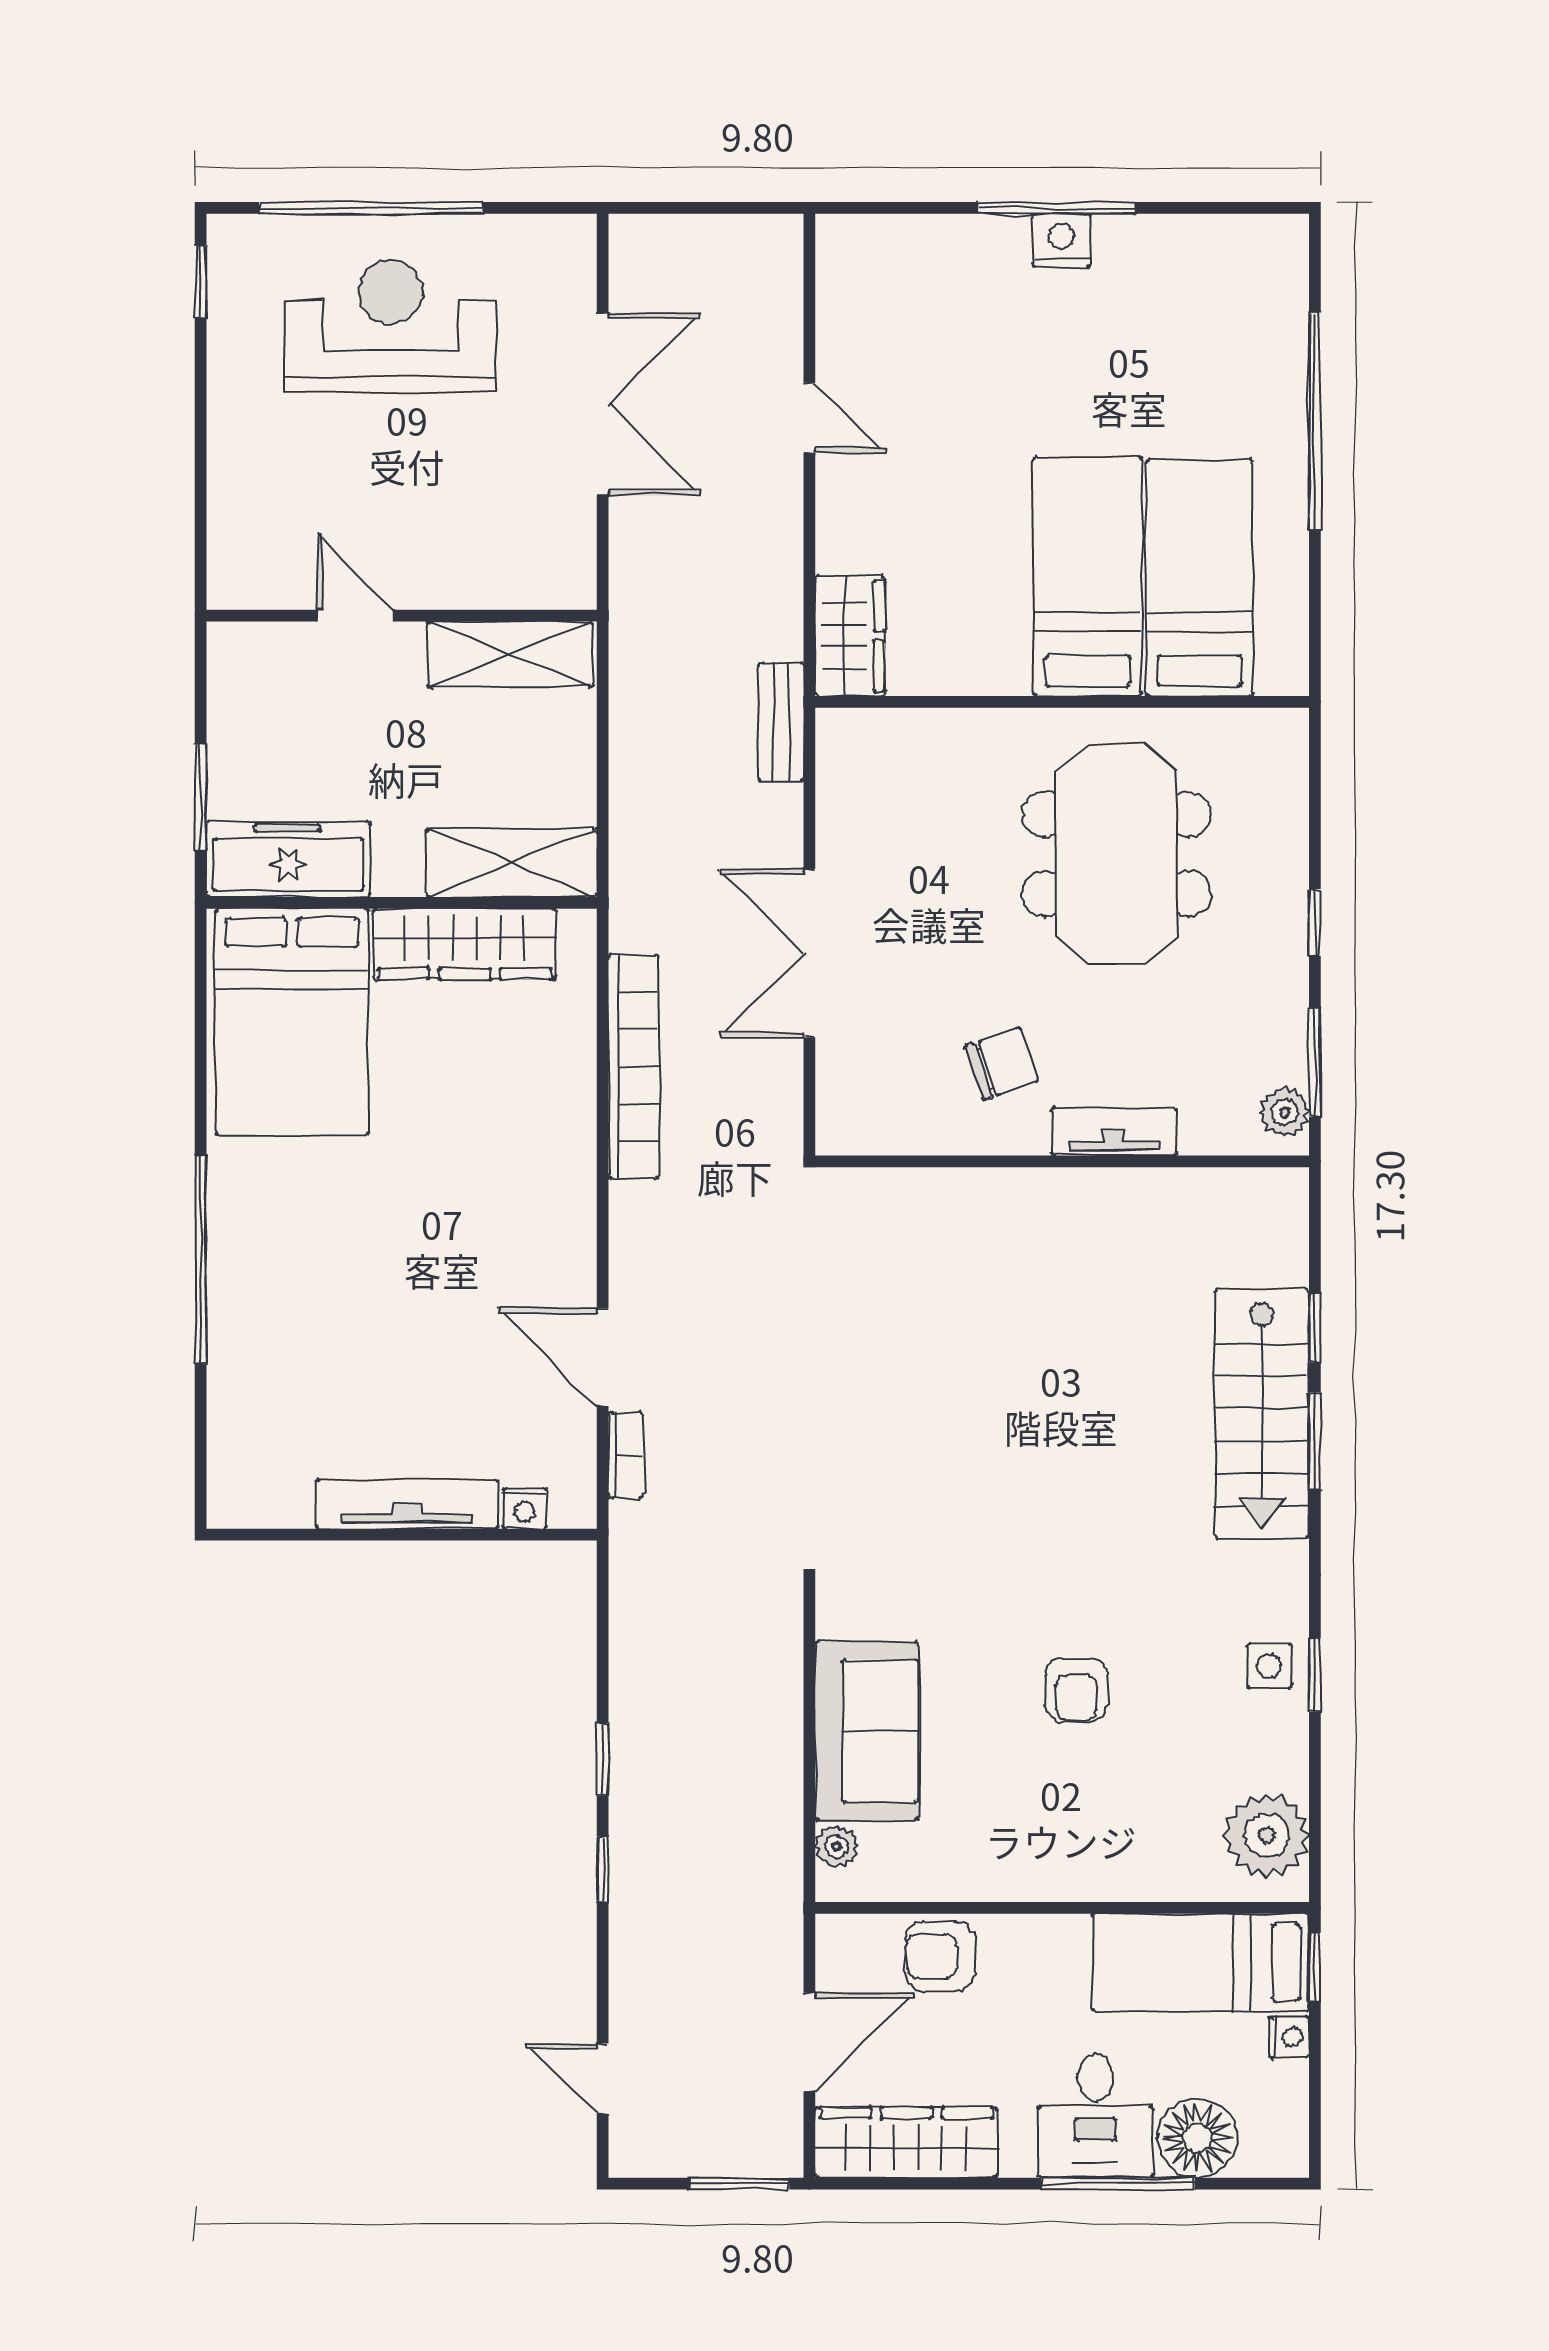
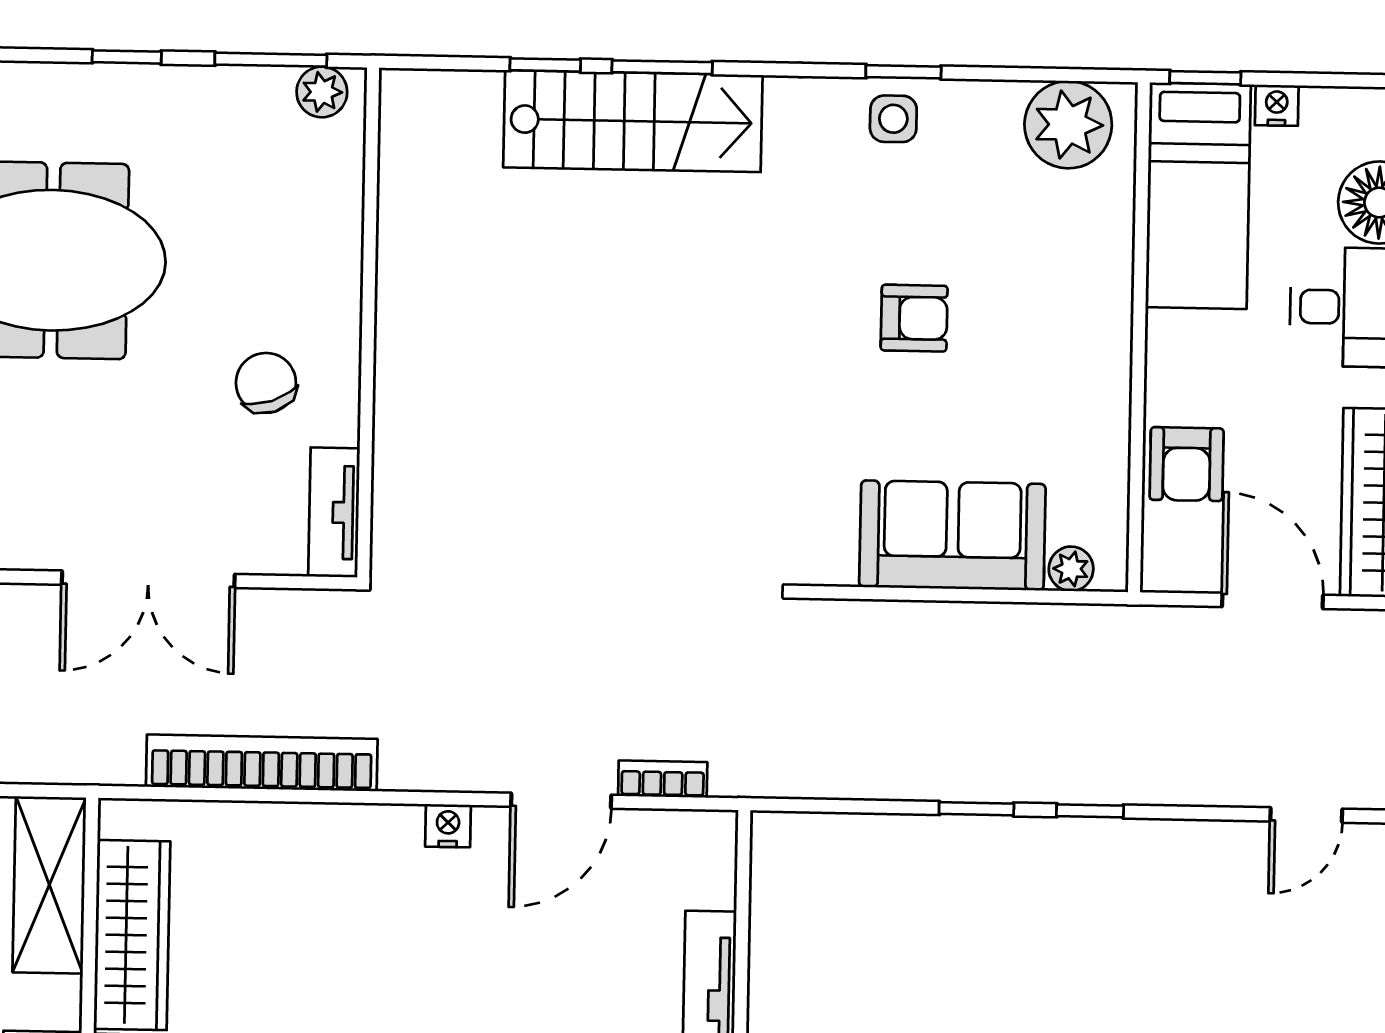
tv unit: (1114, 1132) -> (334, 512), moved
nightstand: (525, 1508) -> (448, 826), moved, turned -90

